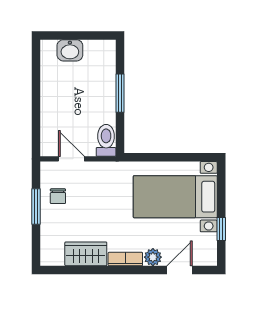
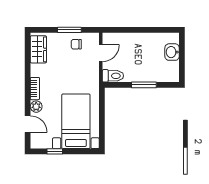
wardrobe: (86, 254) -> (38, 49), moved

